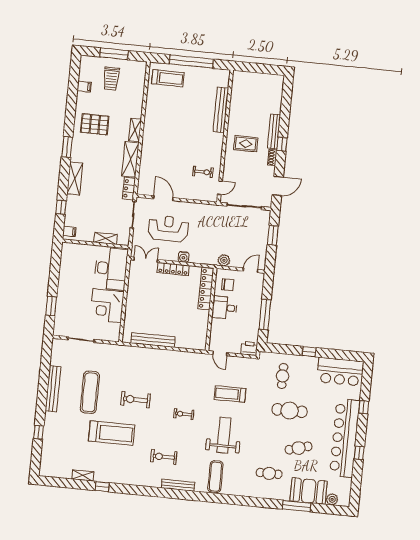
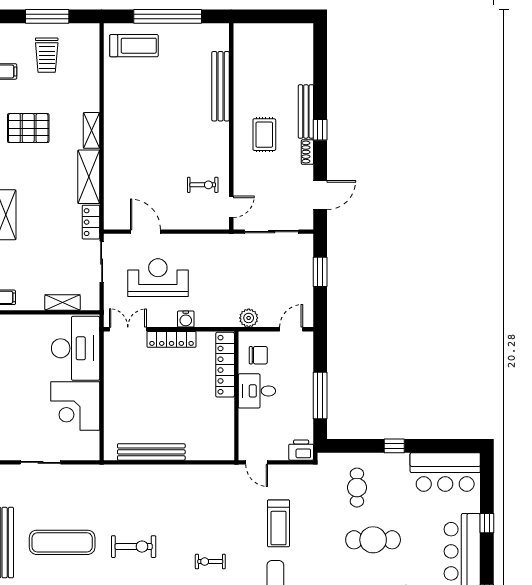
rug: (246, 144) -> (264, 135), turned 90
exercise mat: (90, 392) -> (62, 542), turned 90
treadmill: (230, 394) -> (279, 523), turned -90
exercise bike: (136, 400) -> (134, 547), turned 180

